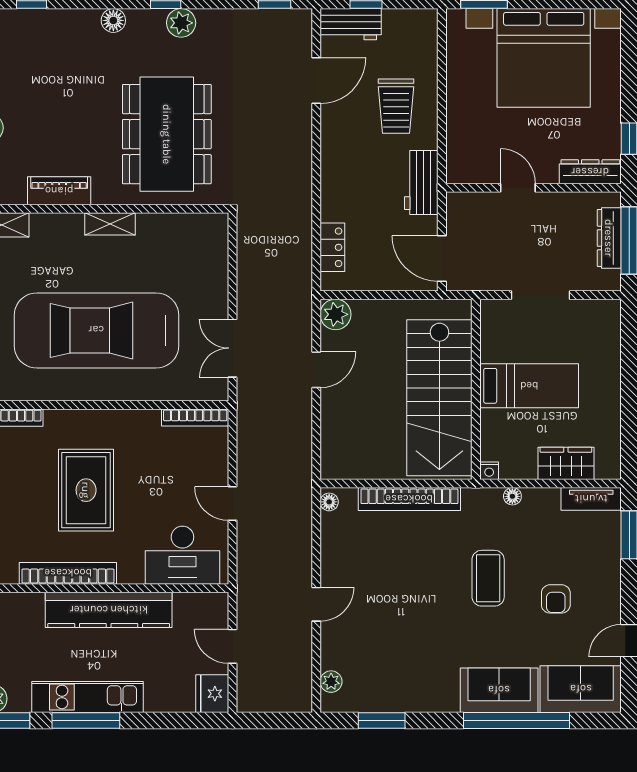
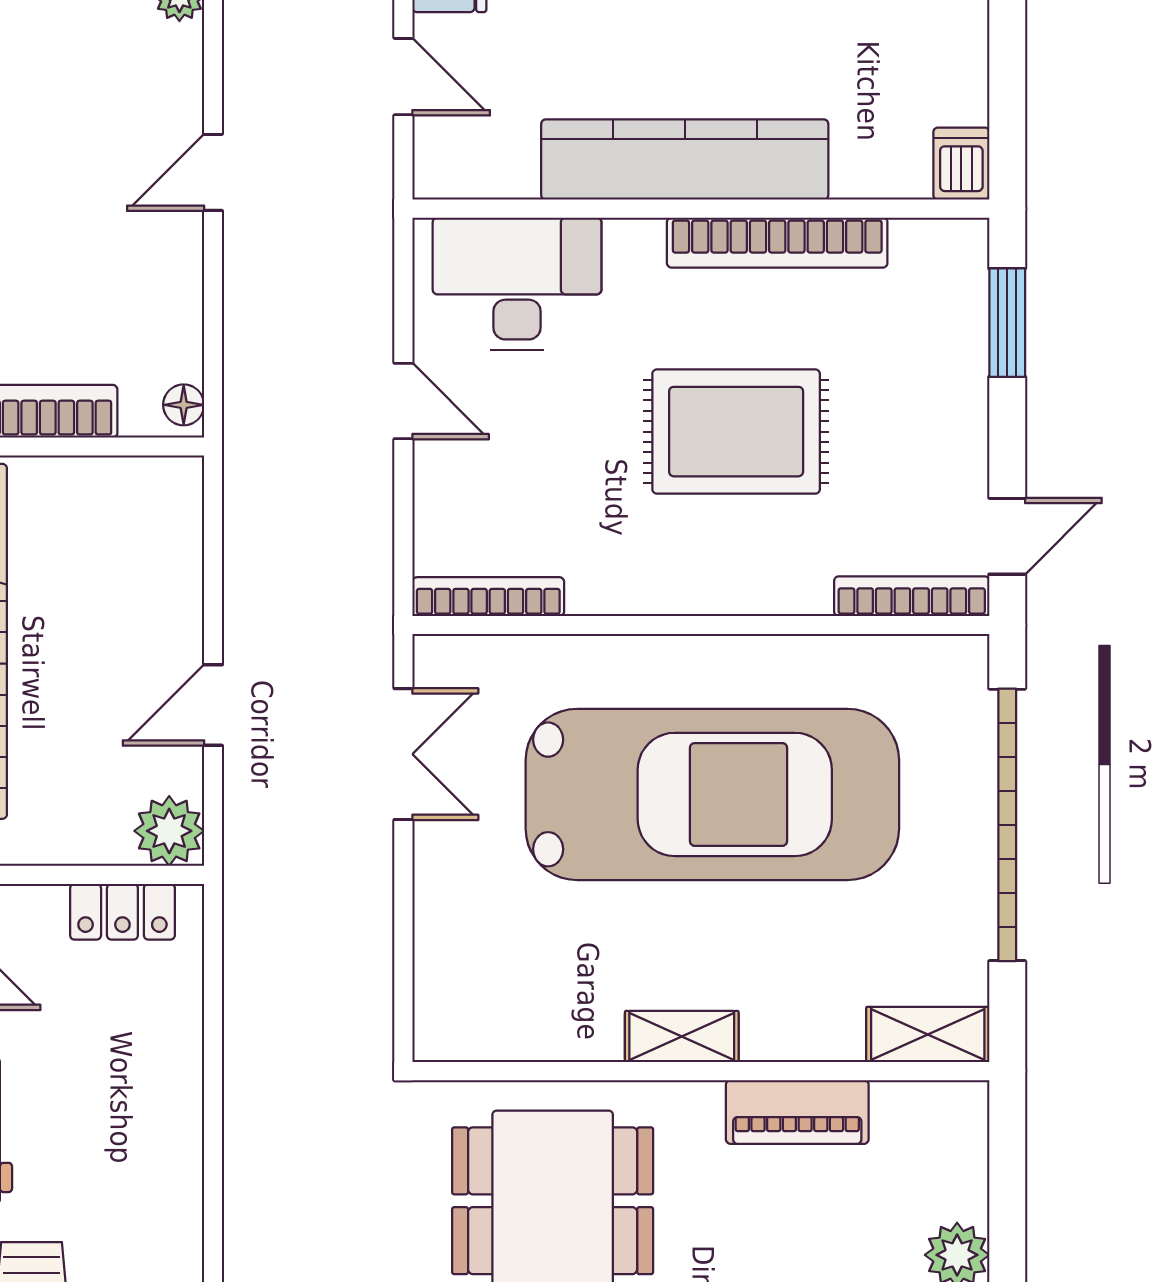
locker: (332, 247) -> (122, 912), moved, turned -90
rug: (86, 490) -> (736, 432), turned 90

